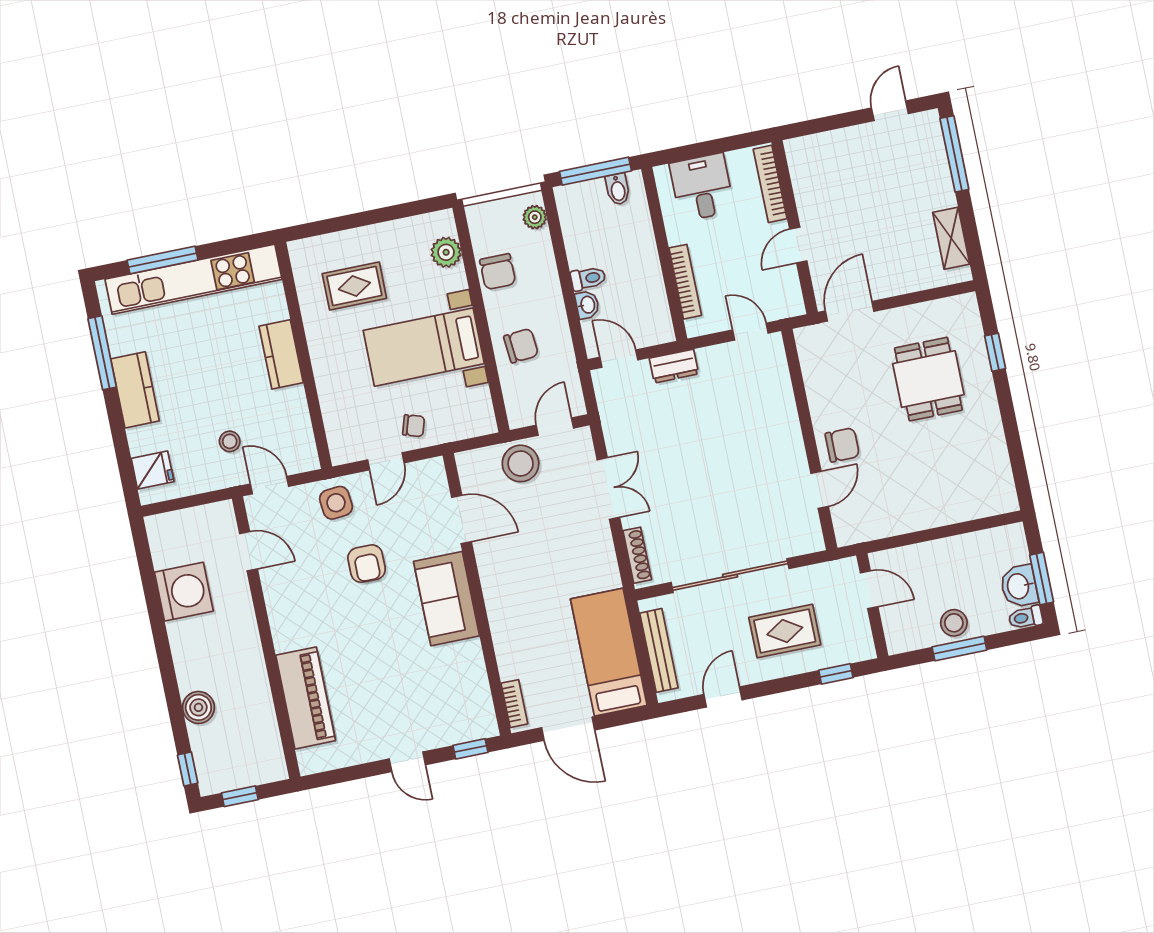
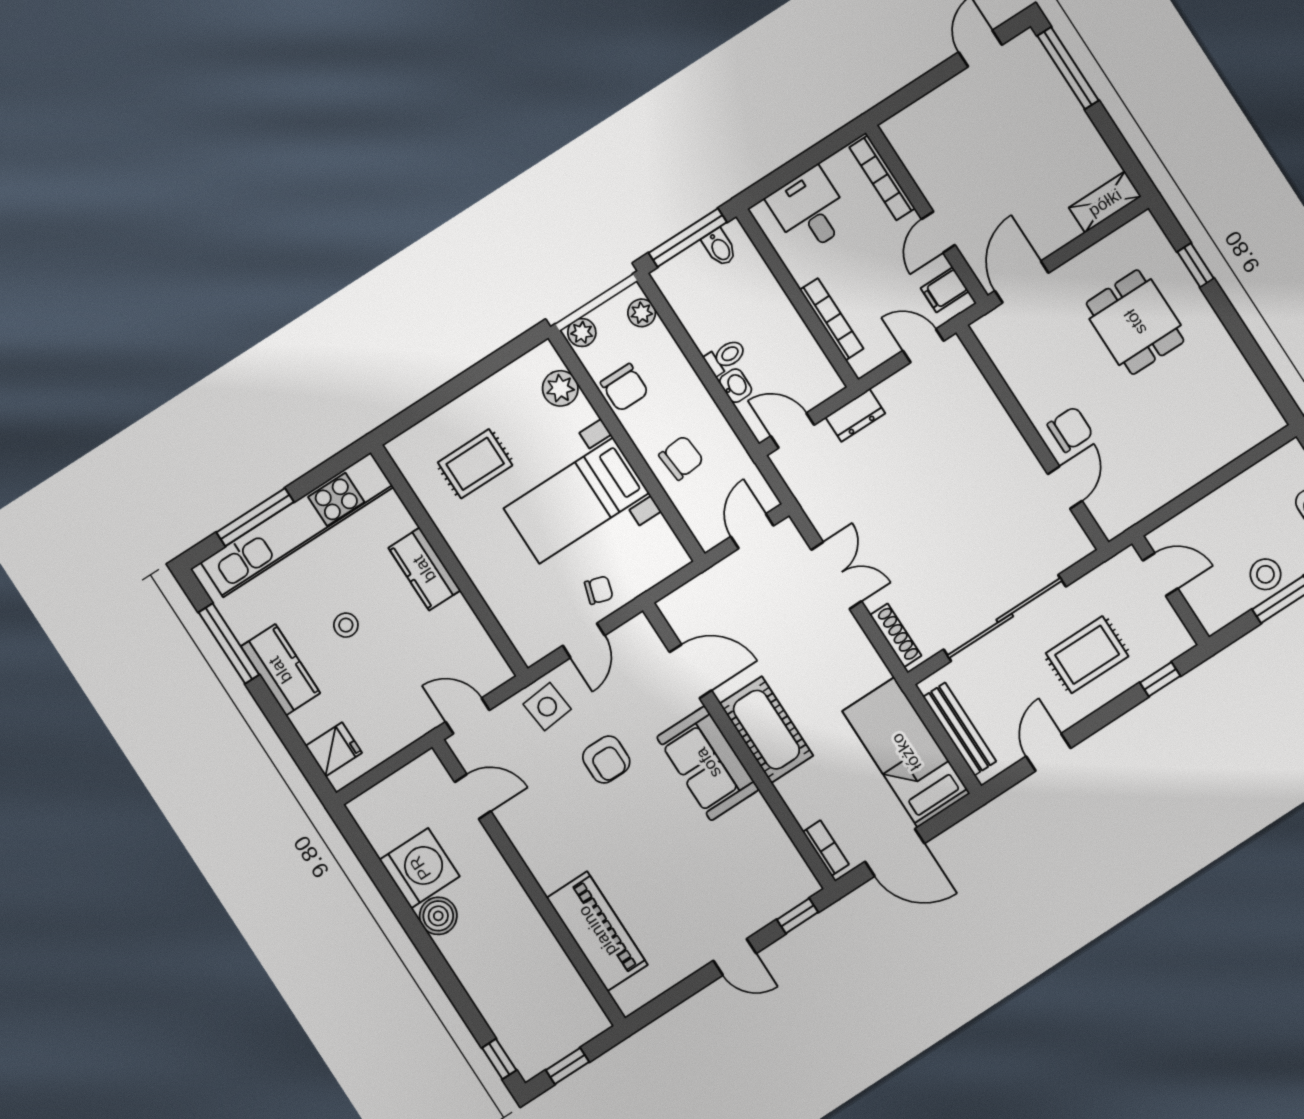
plant: (481, 214) -> (582, 332), added
shelving: (951, 238) -> (1105, 202), moved, turned 90
filing cabinet: (785, 293) -> (945, 290), added
stool: (230, 441) -> (346, 625), moved
stool: (521, 463) -> (731, 586), removed
cot: (504, 590) -> (766, 730), added
boiler: (198, 707) -> (438, 916), moved

